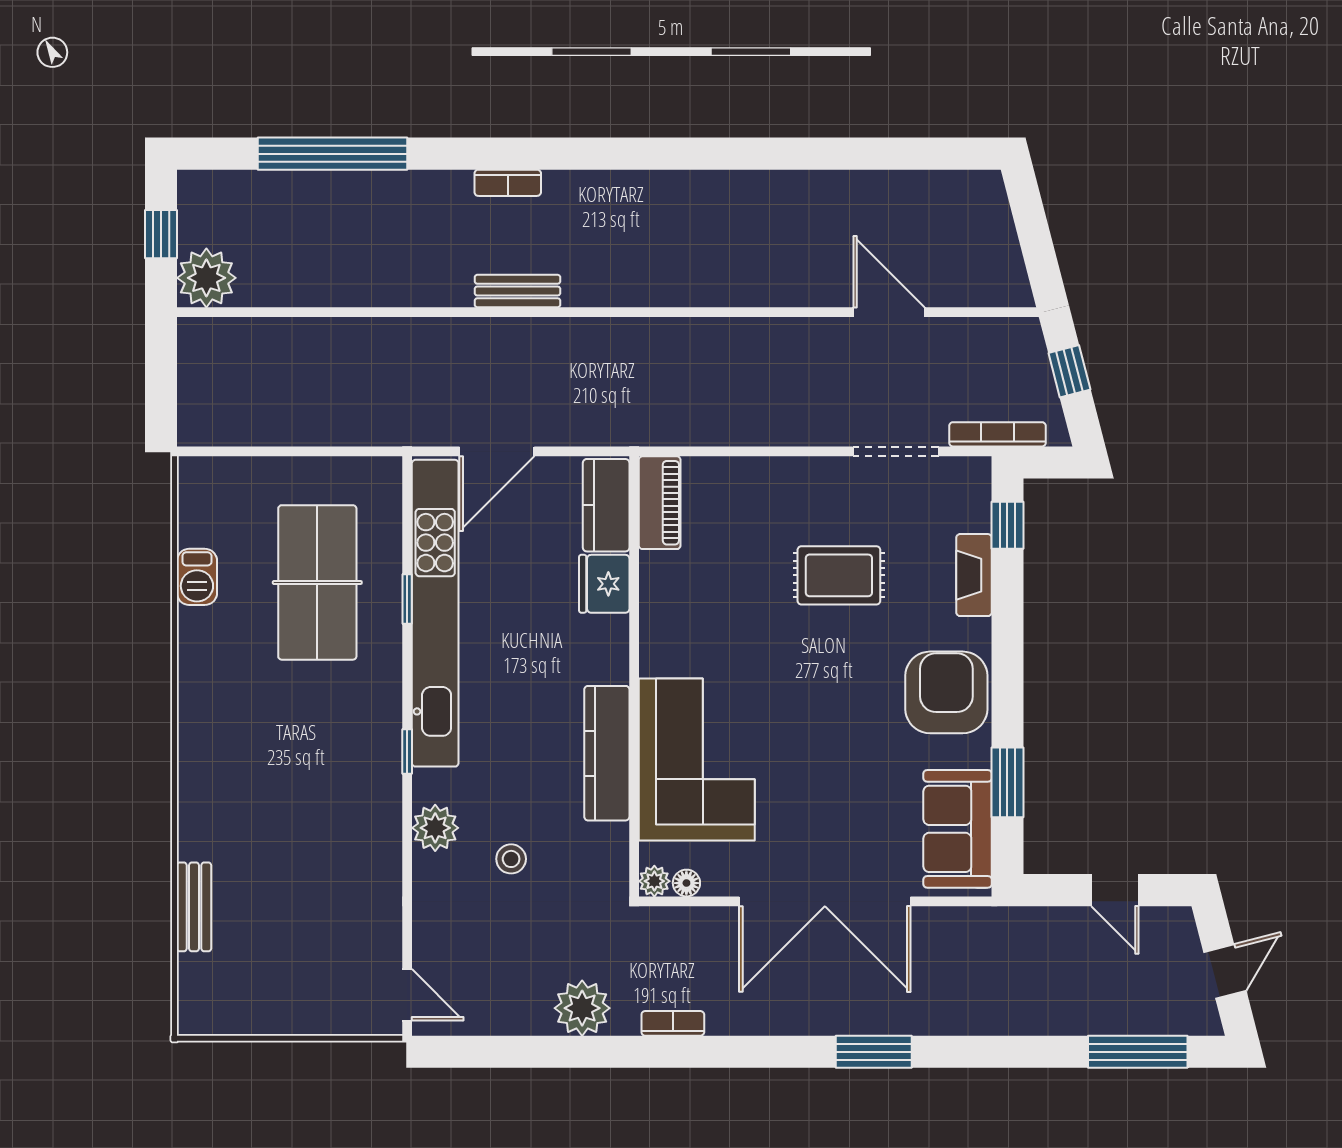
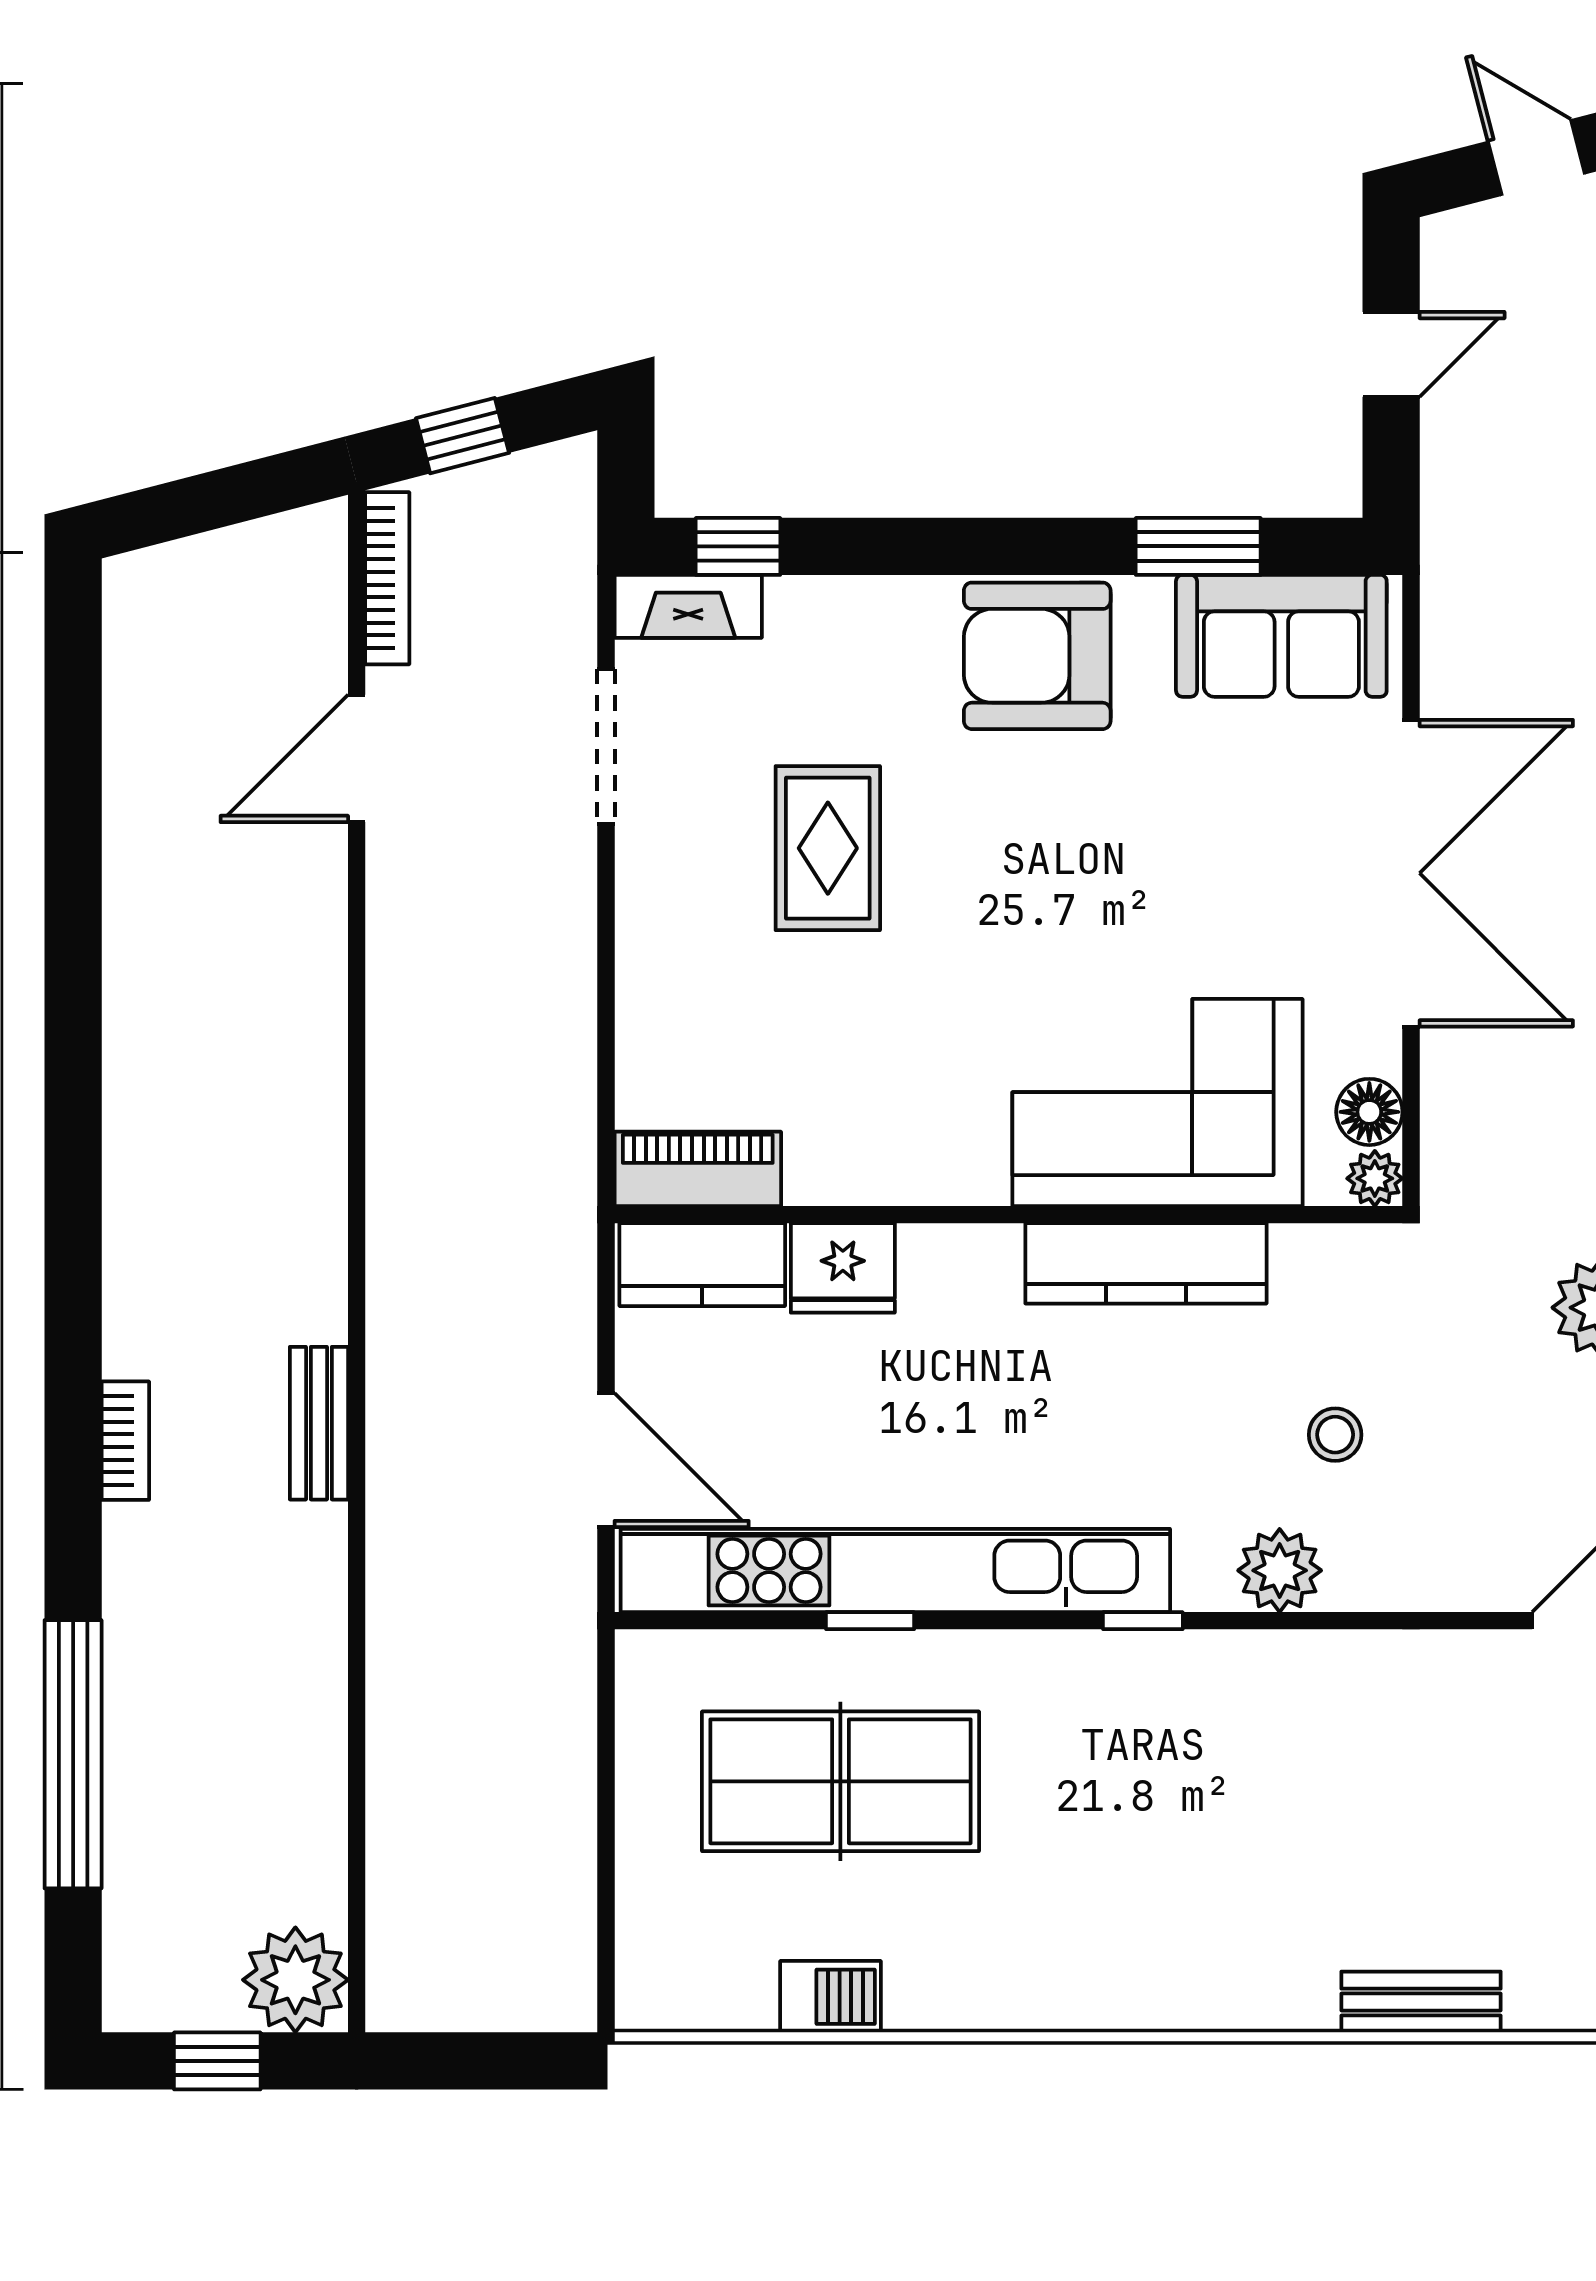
bookcase: (997, 434) -> (387, 578), moved, turned 180
fireplace: (974, 575) -> (688, 606), moved
floor lamp: (686, 883) -> (1369, 1112), width x1.37, depth x1.37

